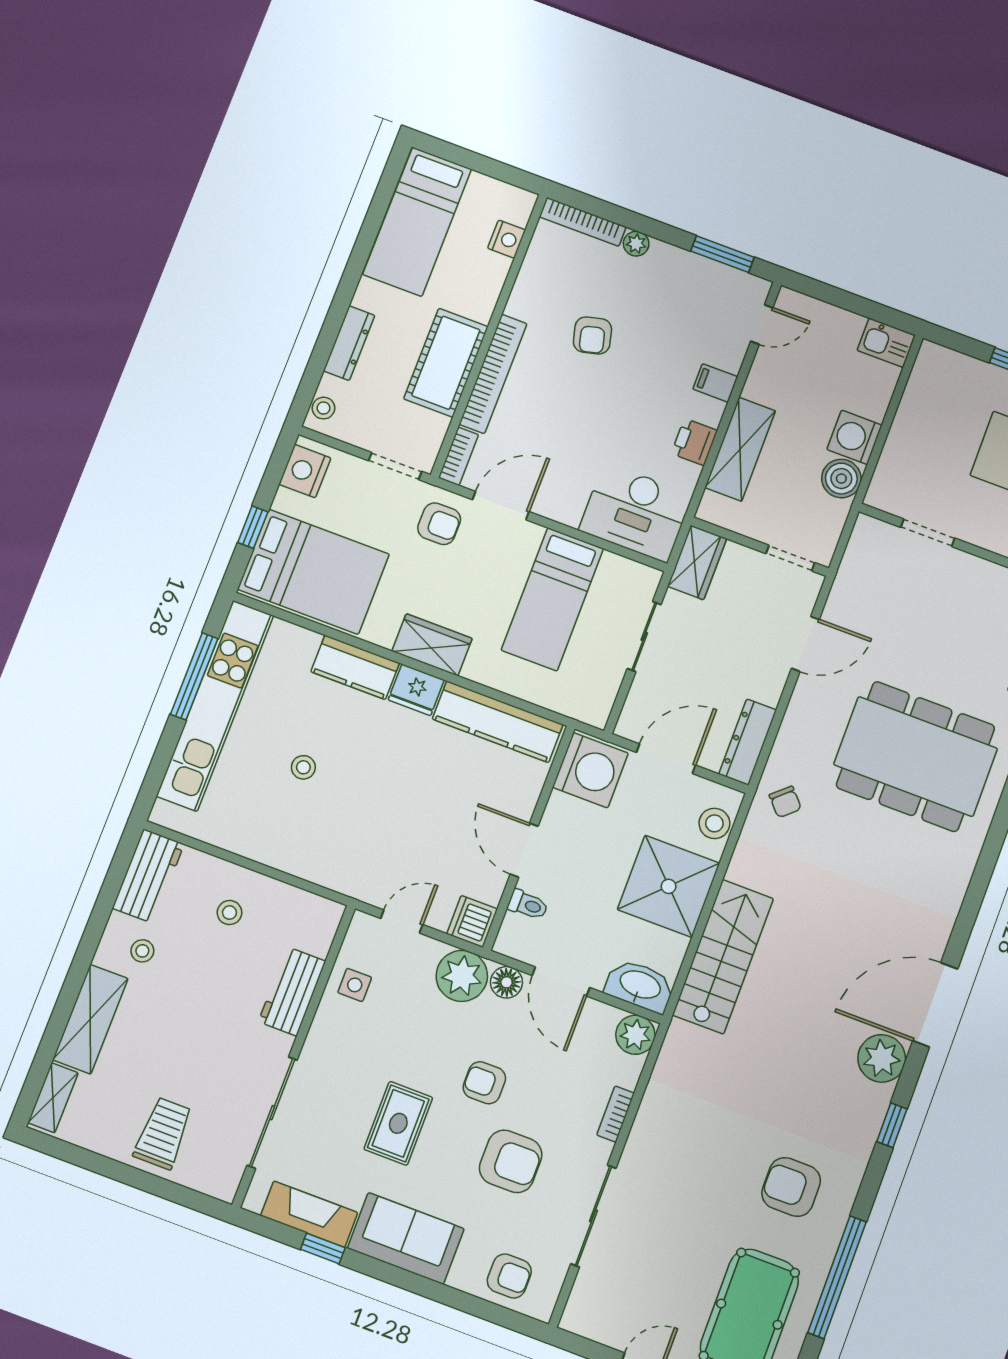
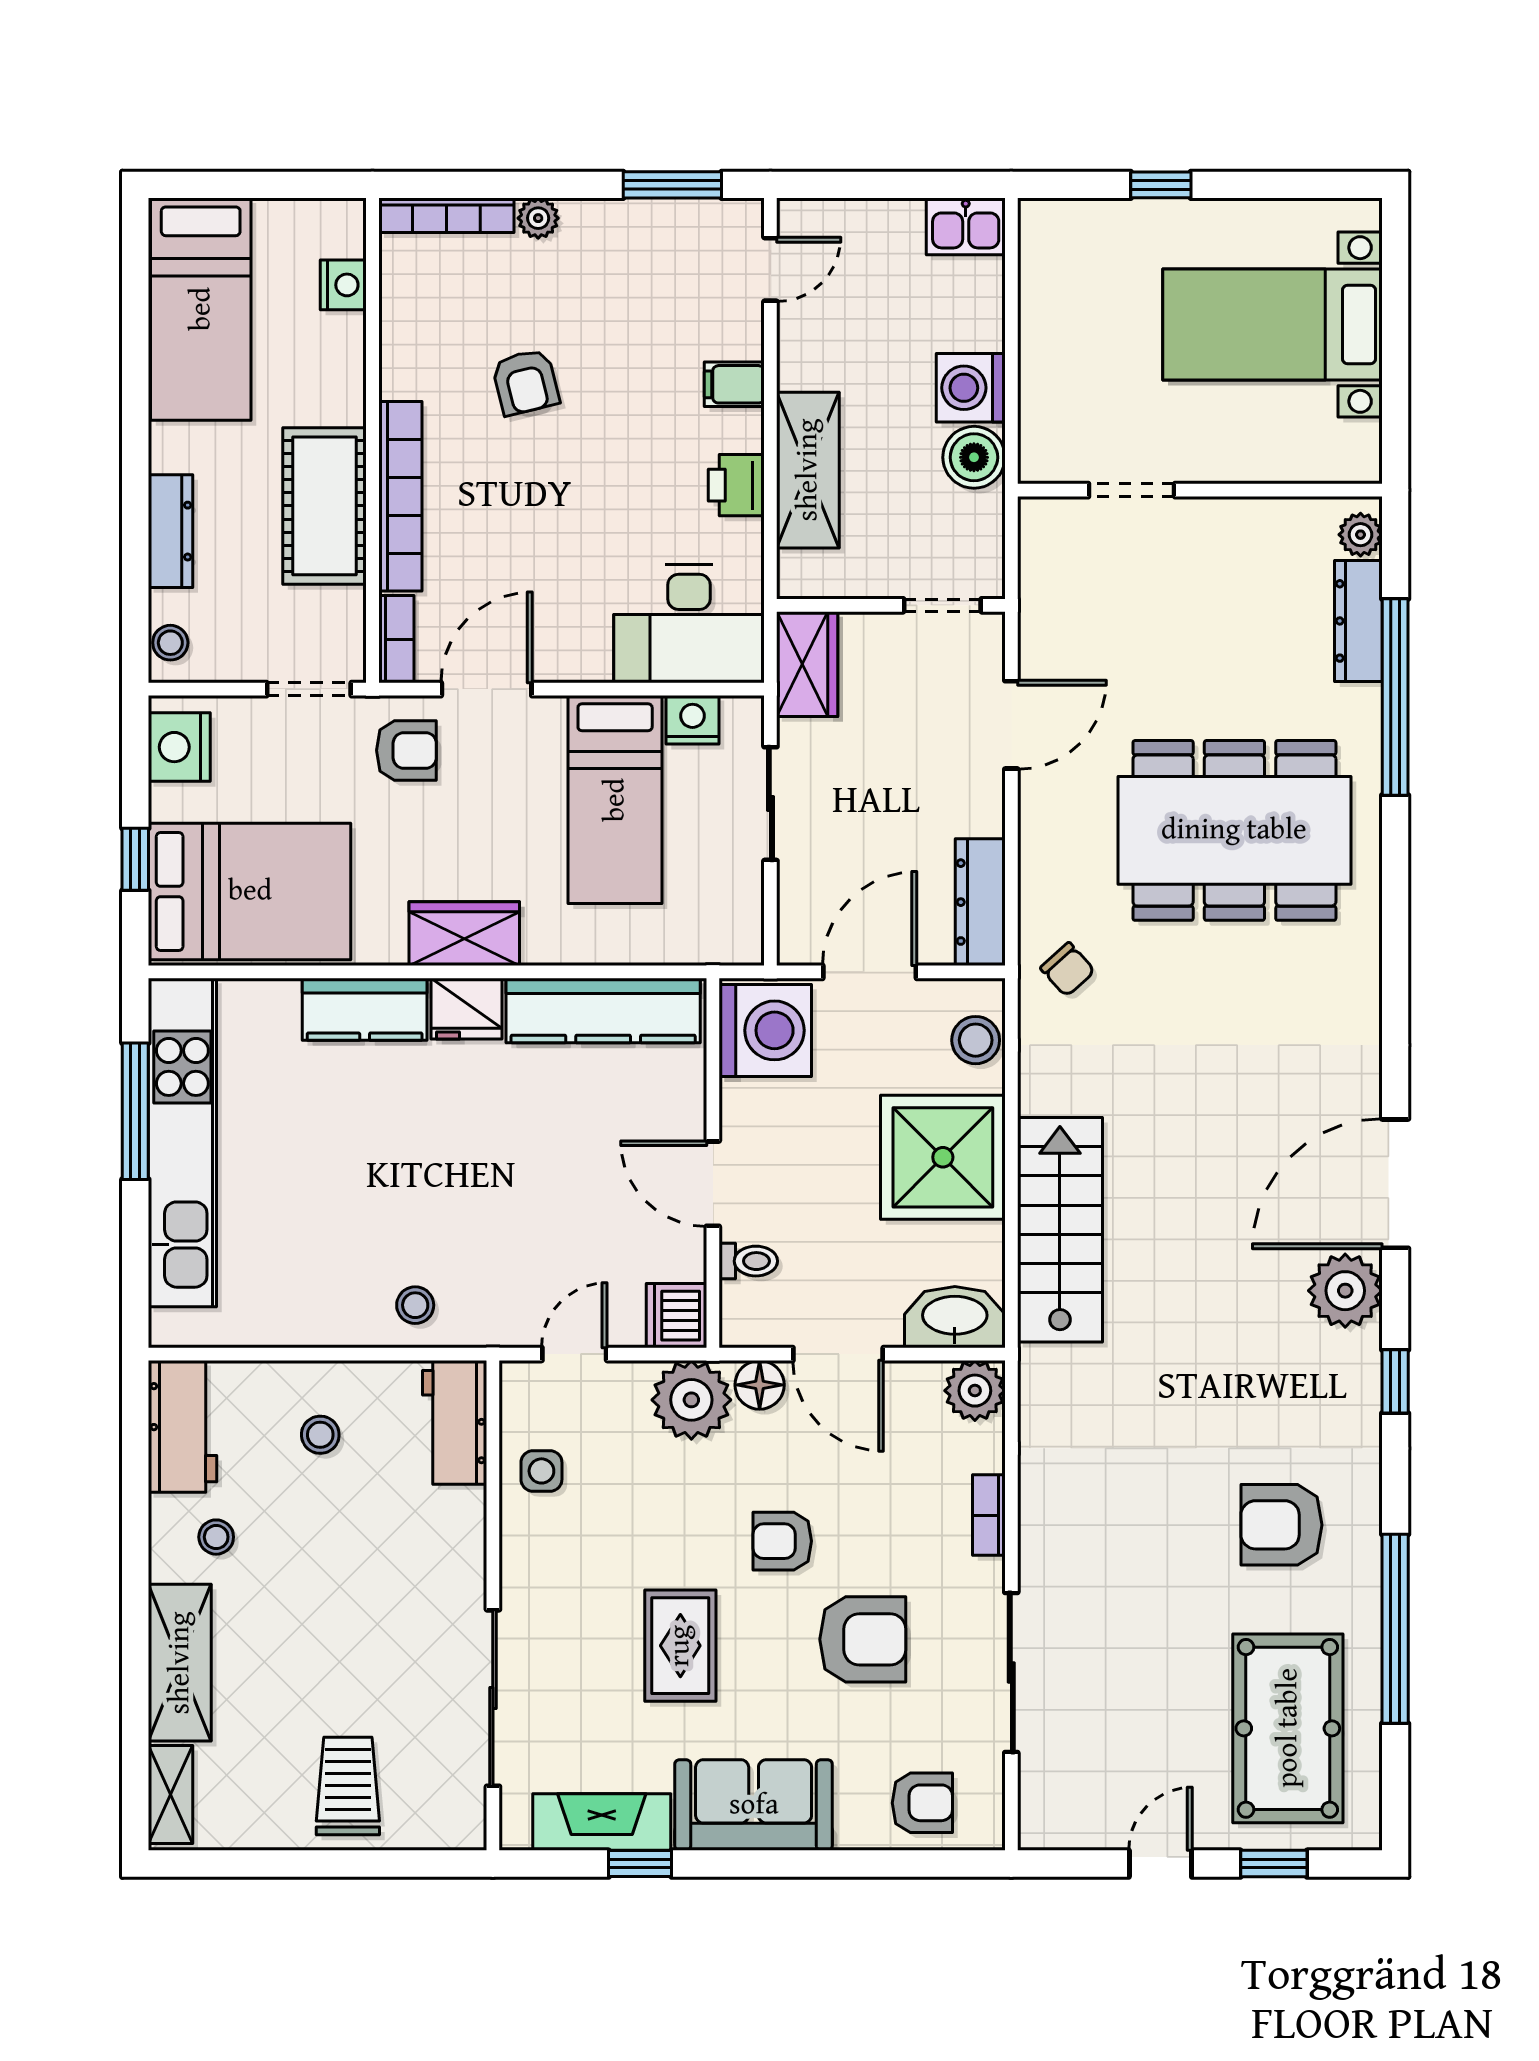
nightstand: (616, 570) -> (693, 720), added
stool: (303, 767) -> (415, 1305), moved
workbench: (292, 991) -> (455, 1422), moved

